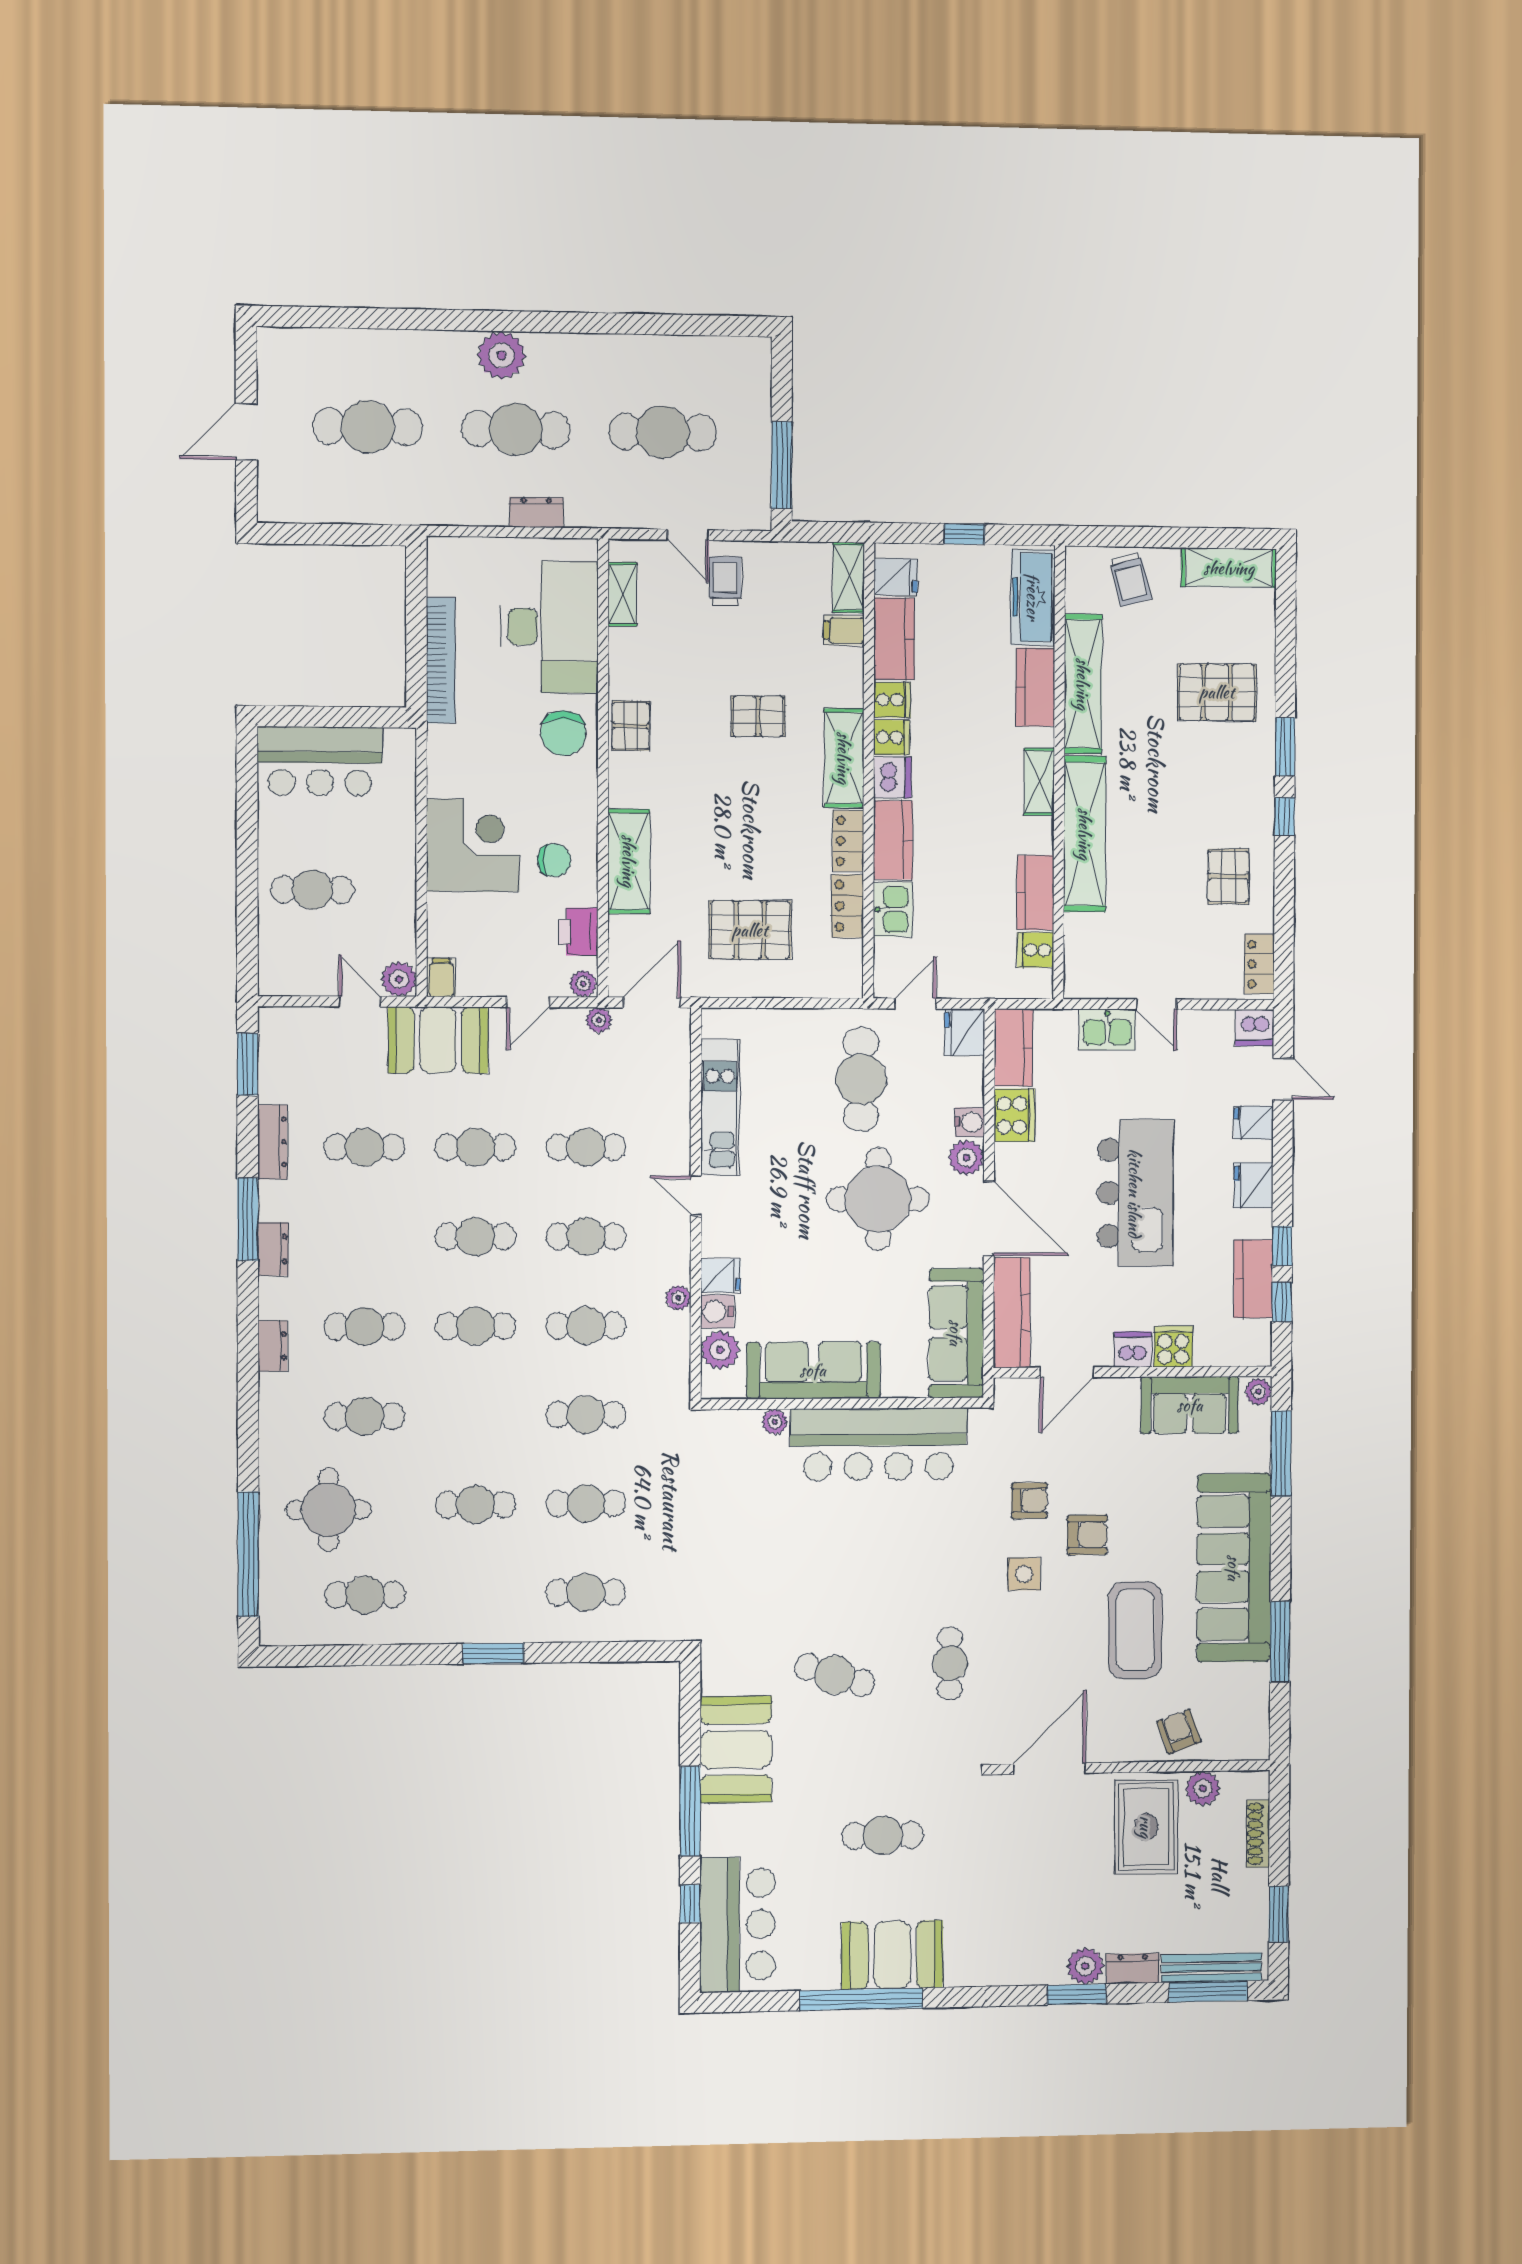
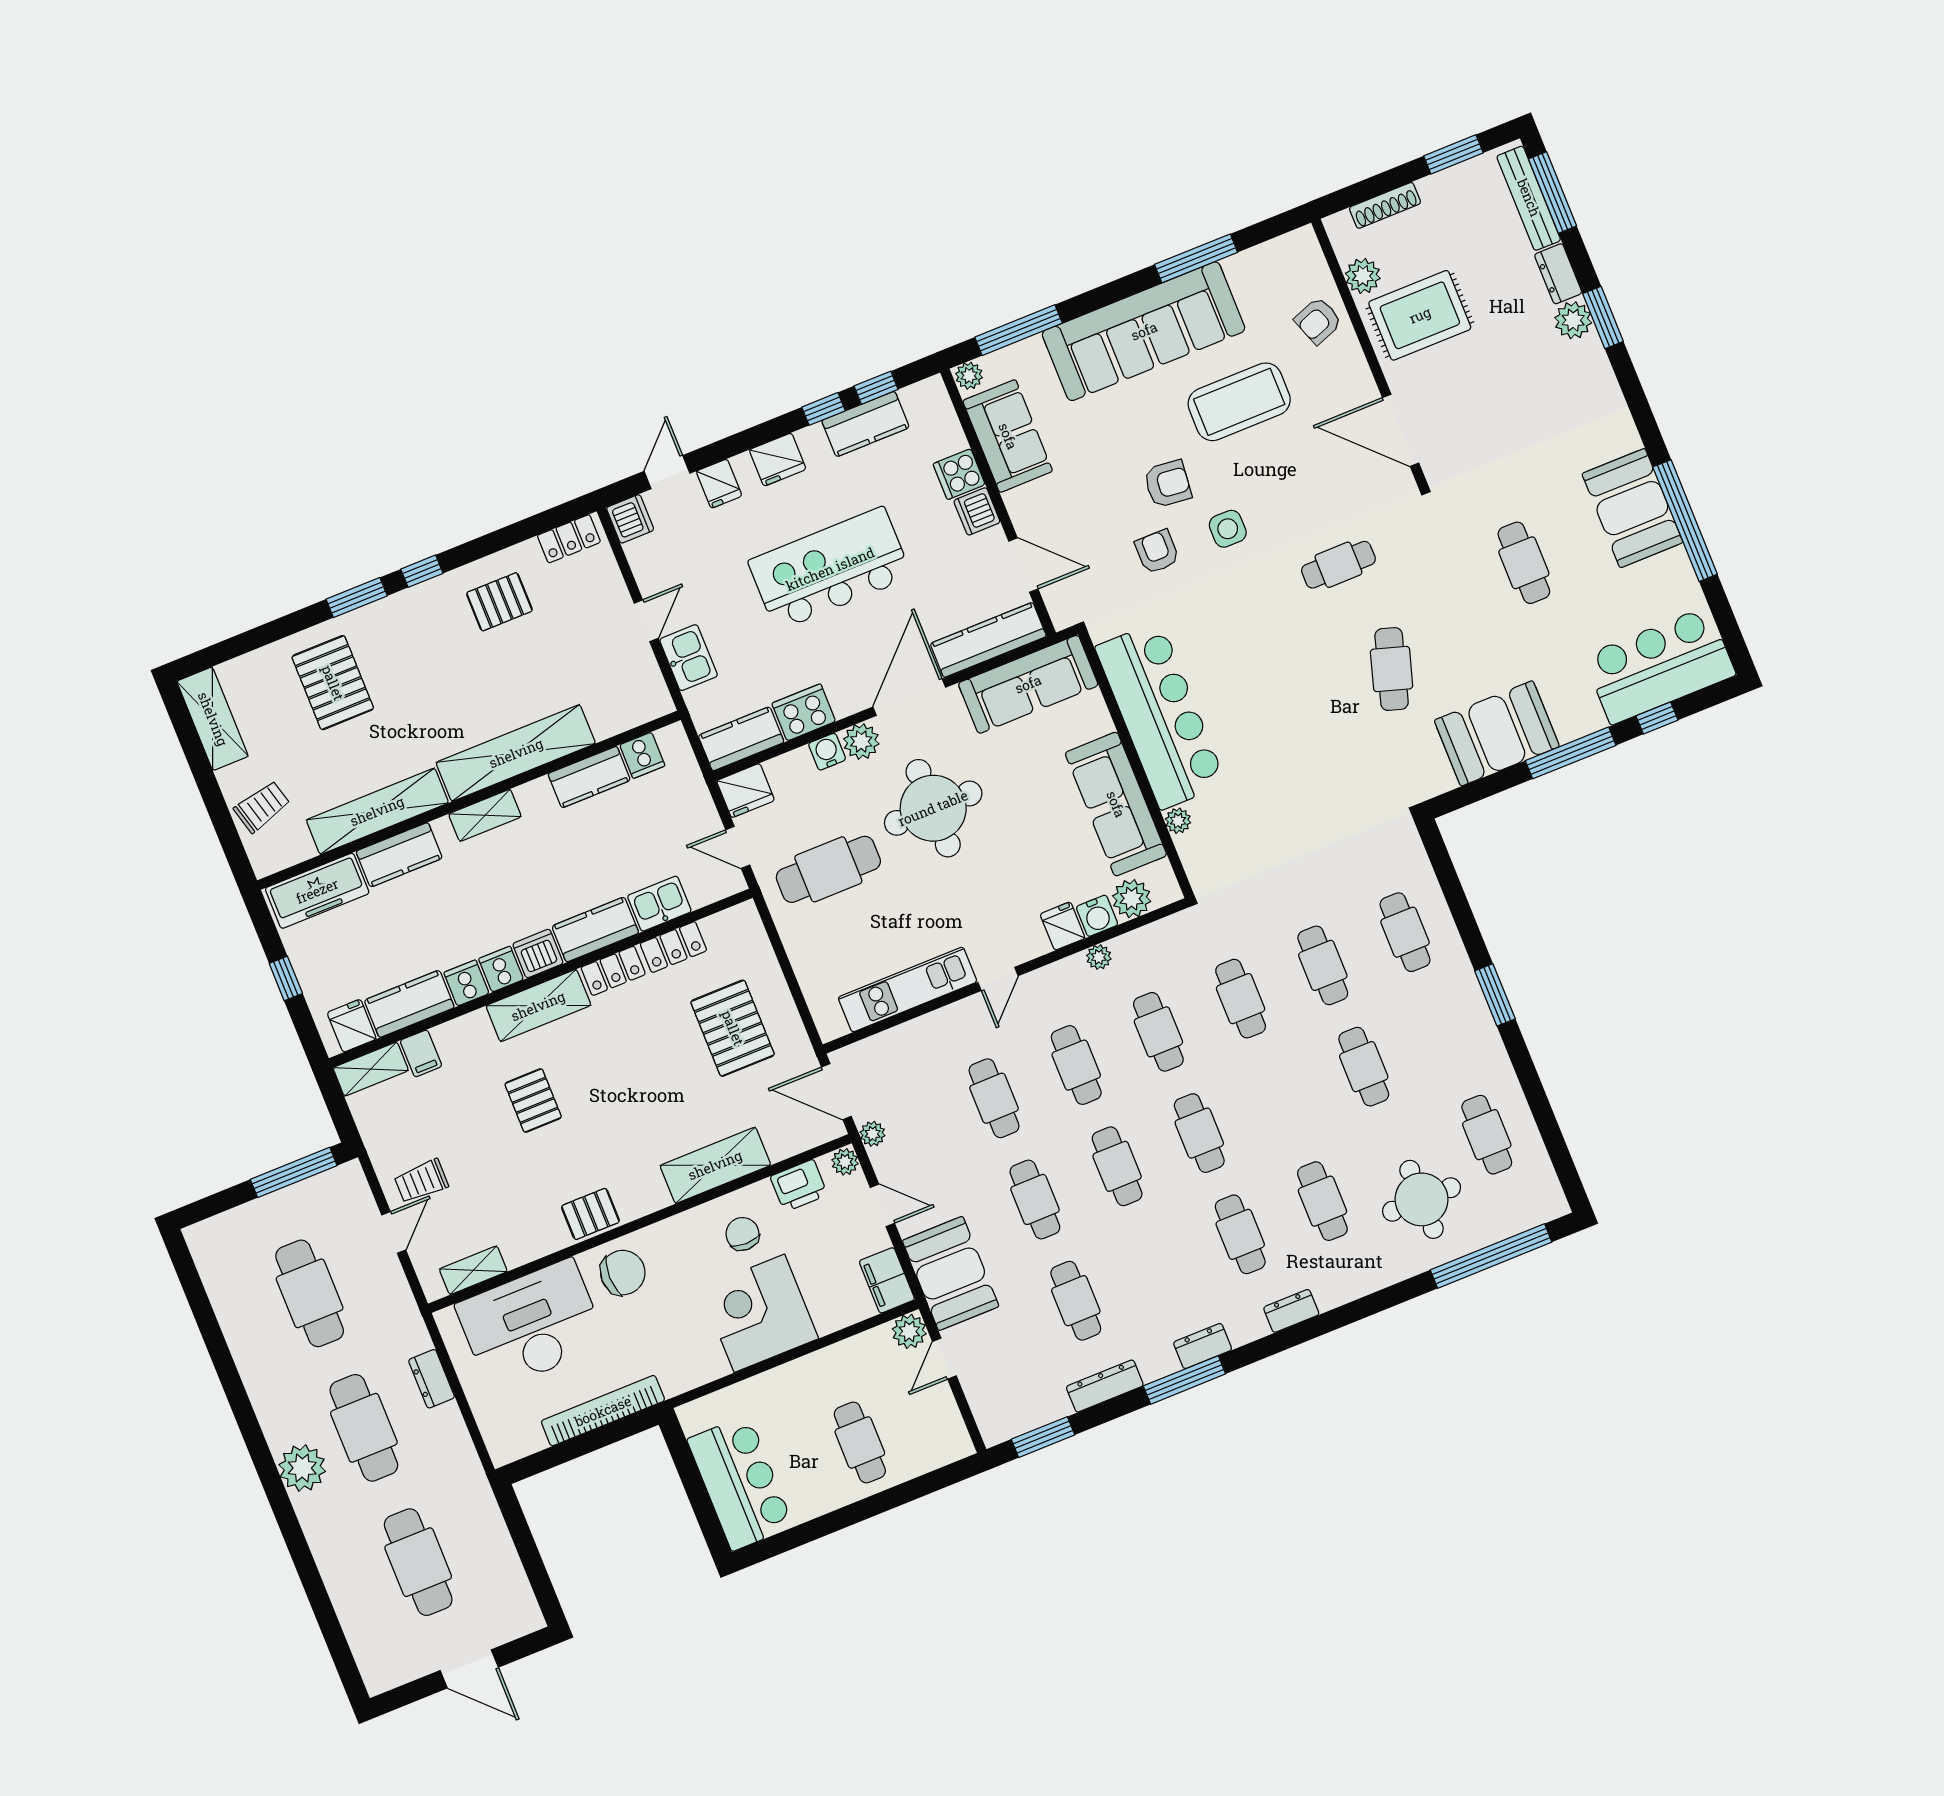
filing cabinet: (441, 977) -> (887, 1280), width x2.00
armchair: (1087, 1535) -> (1168, 484), turned 96

